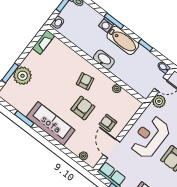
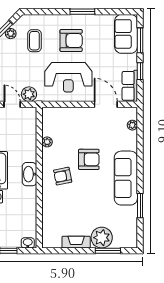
fireplace: (43, 42) -> (76, 242), moved
armchair: (83, 108) -> (89, 159), turned 180
armchair: (108, 123) -> (85, 126), removed
door: (112, 149) -> (106, 104), swing flipped

